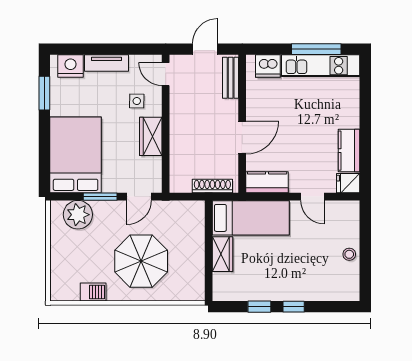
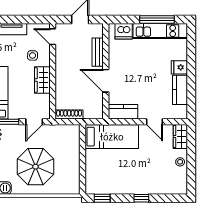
bench: (231, 78) -> (98, 52), moved
door: (242, 138) -> (106, 81), swing flipped
fridge: (348, 183) -> (179, 67), moved
shoe rack: (212, 186) -> (69, 114), moved
wardrobe: (222, 254) -> (180, 136), moved, turned 180
window: (259, 307) -> (102, 198), moved

